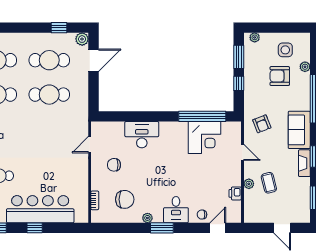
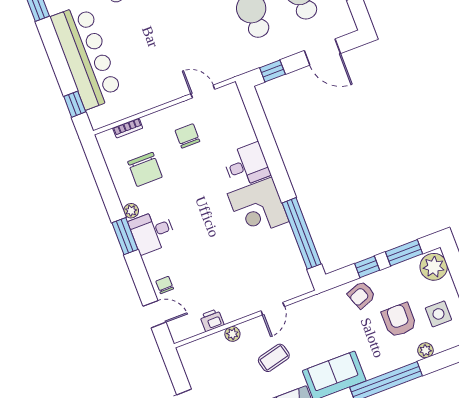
plant: (255, 37) -> (434, 267), width x1.88, depth x1.88
plant: (82, 39) -> (346, 25), removed
window: (94, 96) -> (272, 71), added
armchair: (262, 124) -> (361, 295), moved
desk: (142, 135) -> (247, 165), width x0.73
corner desk: (205, 138) -> (258, 208), moved
coffee table: (269, 183) -> (274, 358), moved
desk: (176, 210) -> (152, 232), moved
window: (35, 228) -> (75, 104), moved

